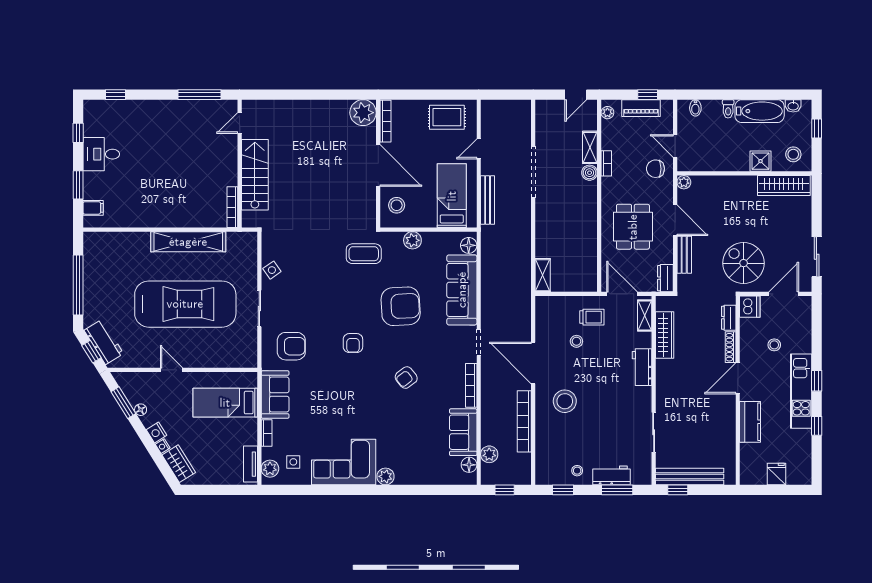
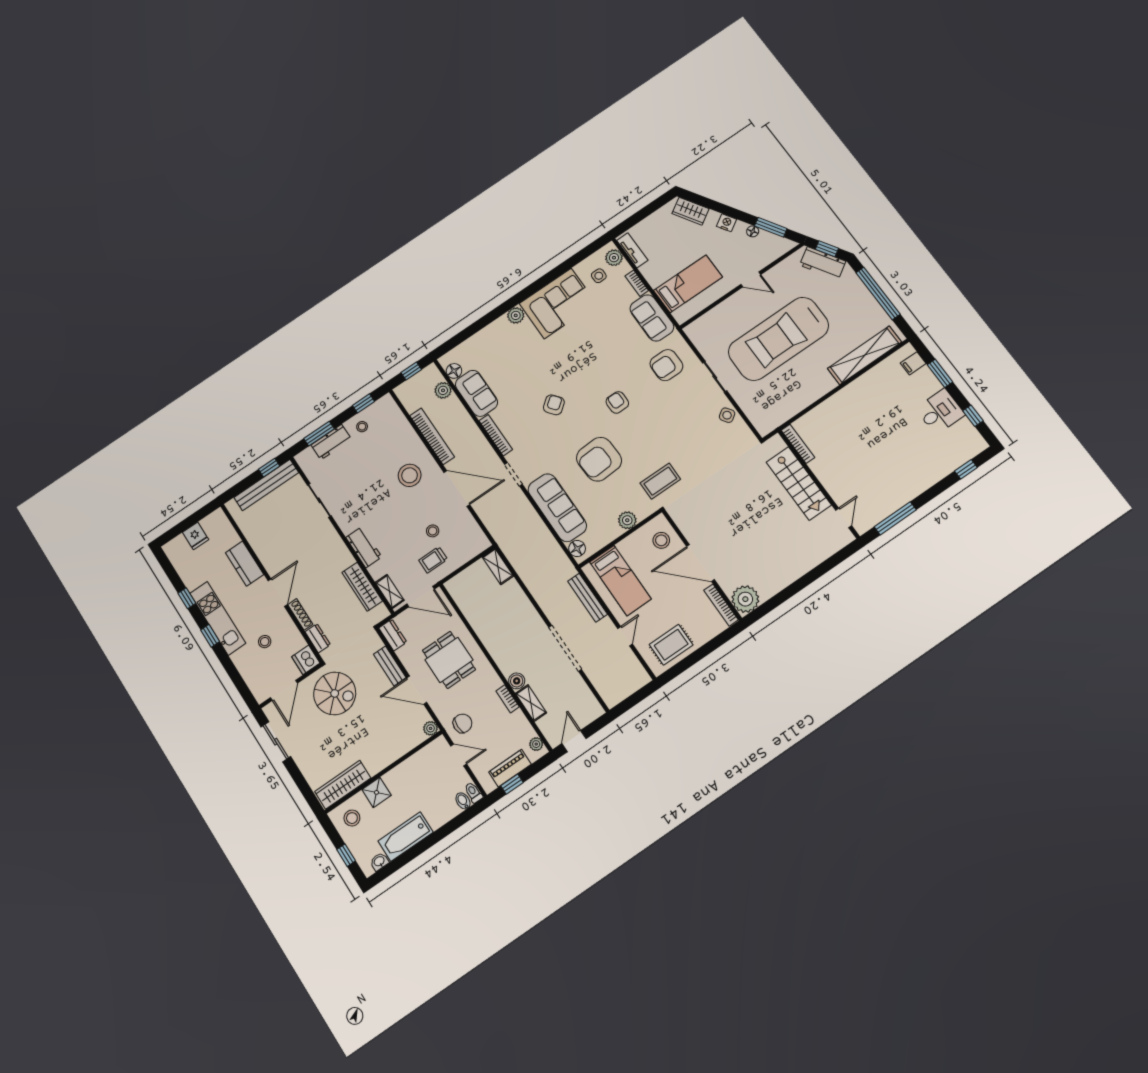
toilet: (728, 109) -> (473, 792), moved
shelving: (188, 242) -> (865, 355), moved
nightstand: (163, 446) -> (714, 216), removed

